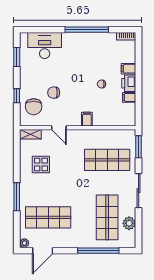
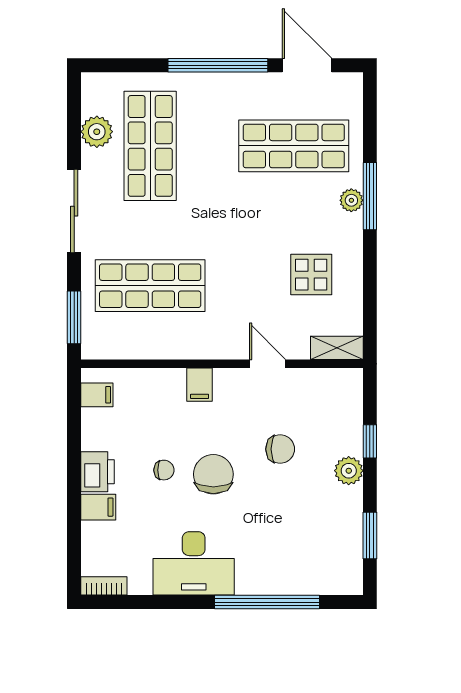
window: (87, 30) -> (267, 602), moved
desk: (45, 46) -> (194, 563), moved
plant: (25, 84) -> (349, 471), added
filing cabinet: (129, 97) -> (97, 395), moved
chair: (34, 107) -> (213, 474), moved
plant: (24, 243) -> (351, 200), moved
door: (43, 251) -> (307, 65), hinge flipped
window: (98, 251) -> (218, 65), moved

